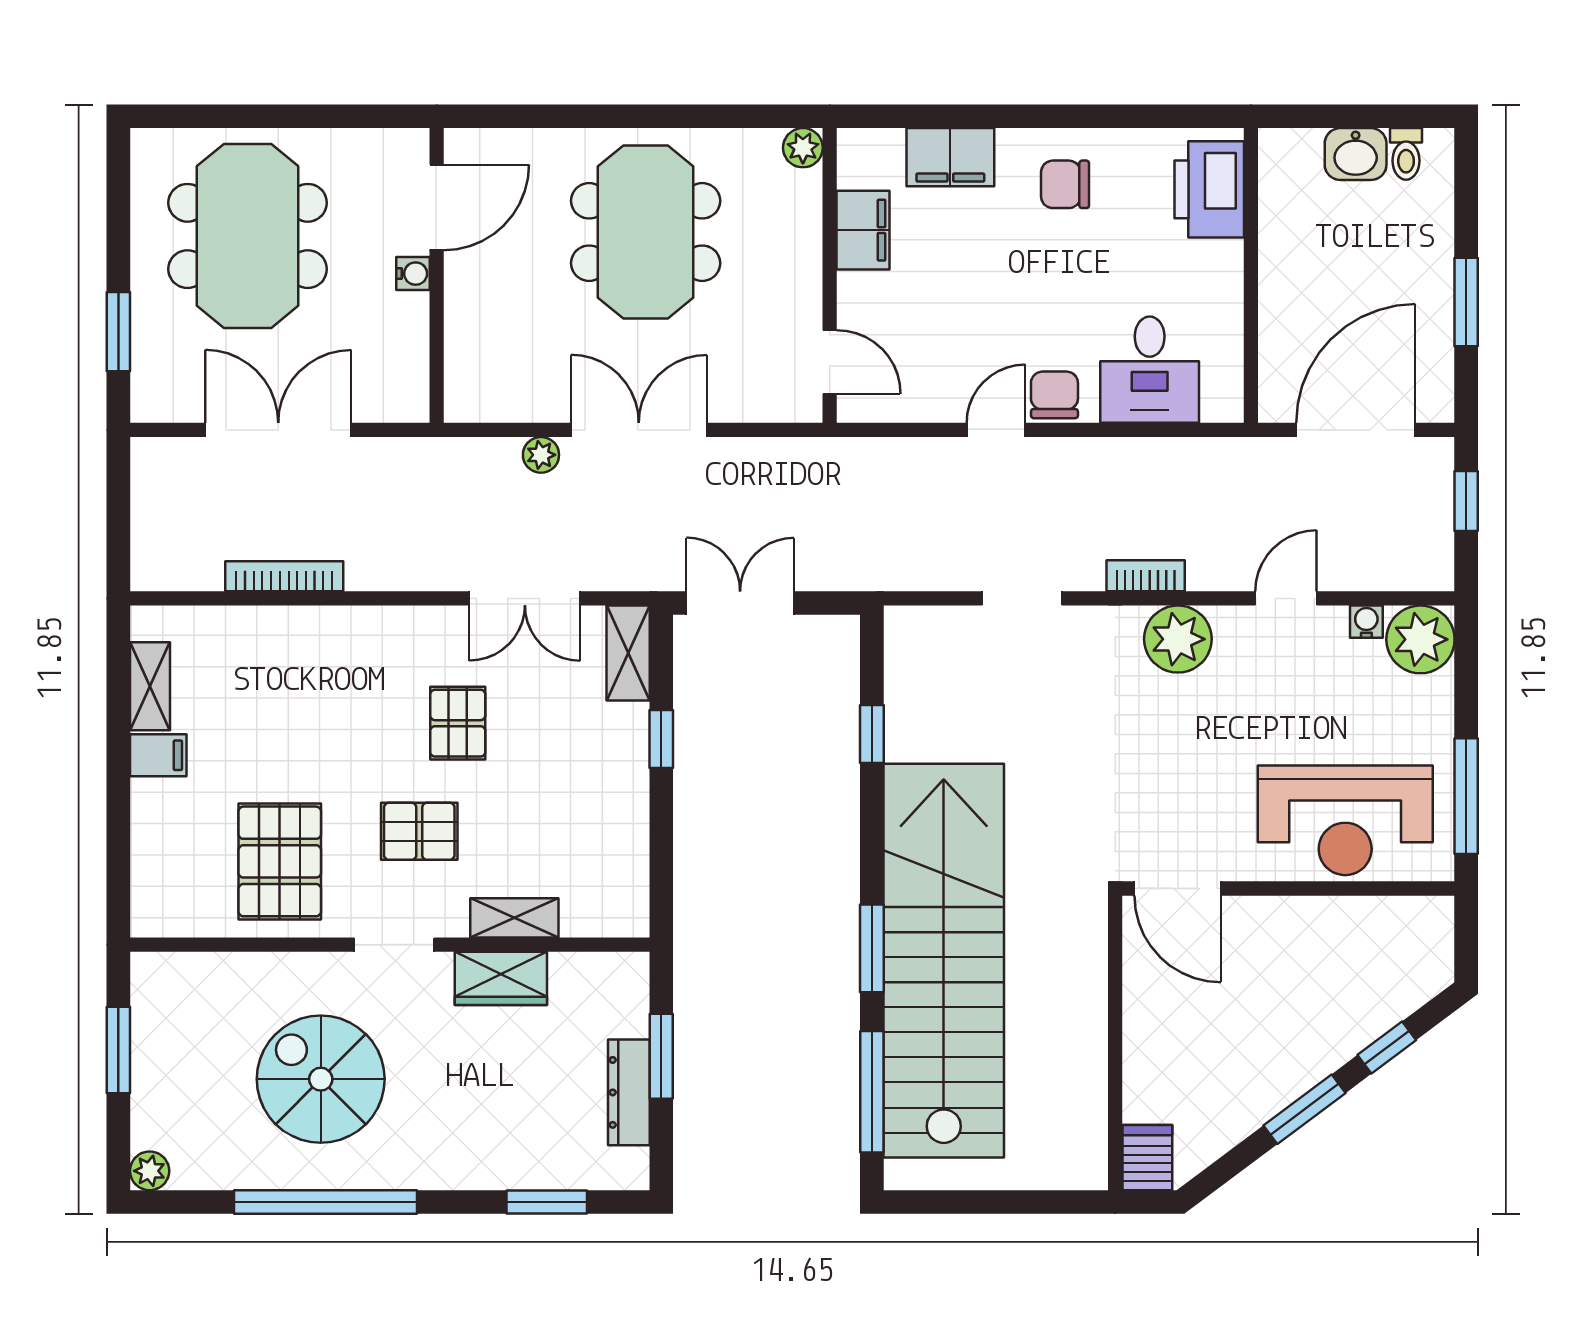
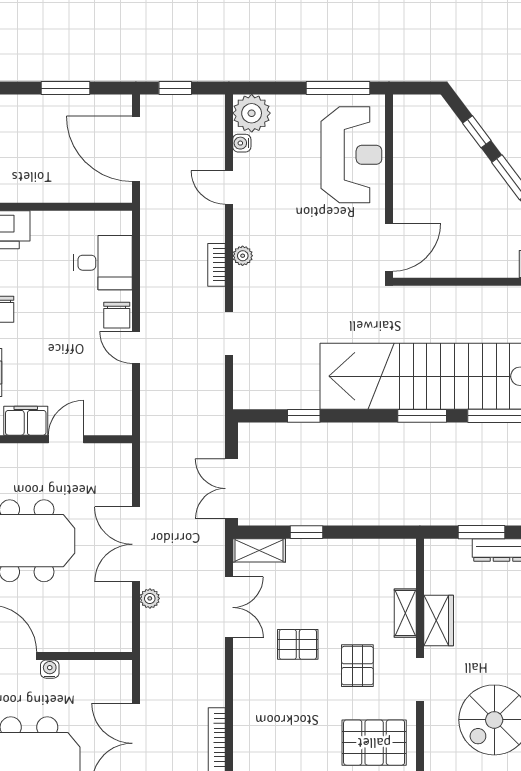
door: (830, 362) -> (66, 439), moved
chair: (1054, 395) -> (117, 315), turned -90
plant: (1178, 639) -> (243, 256), width x0.53, depth x0.53

